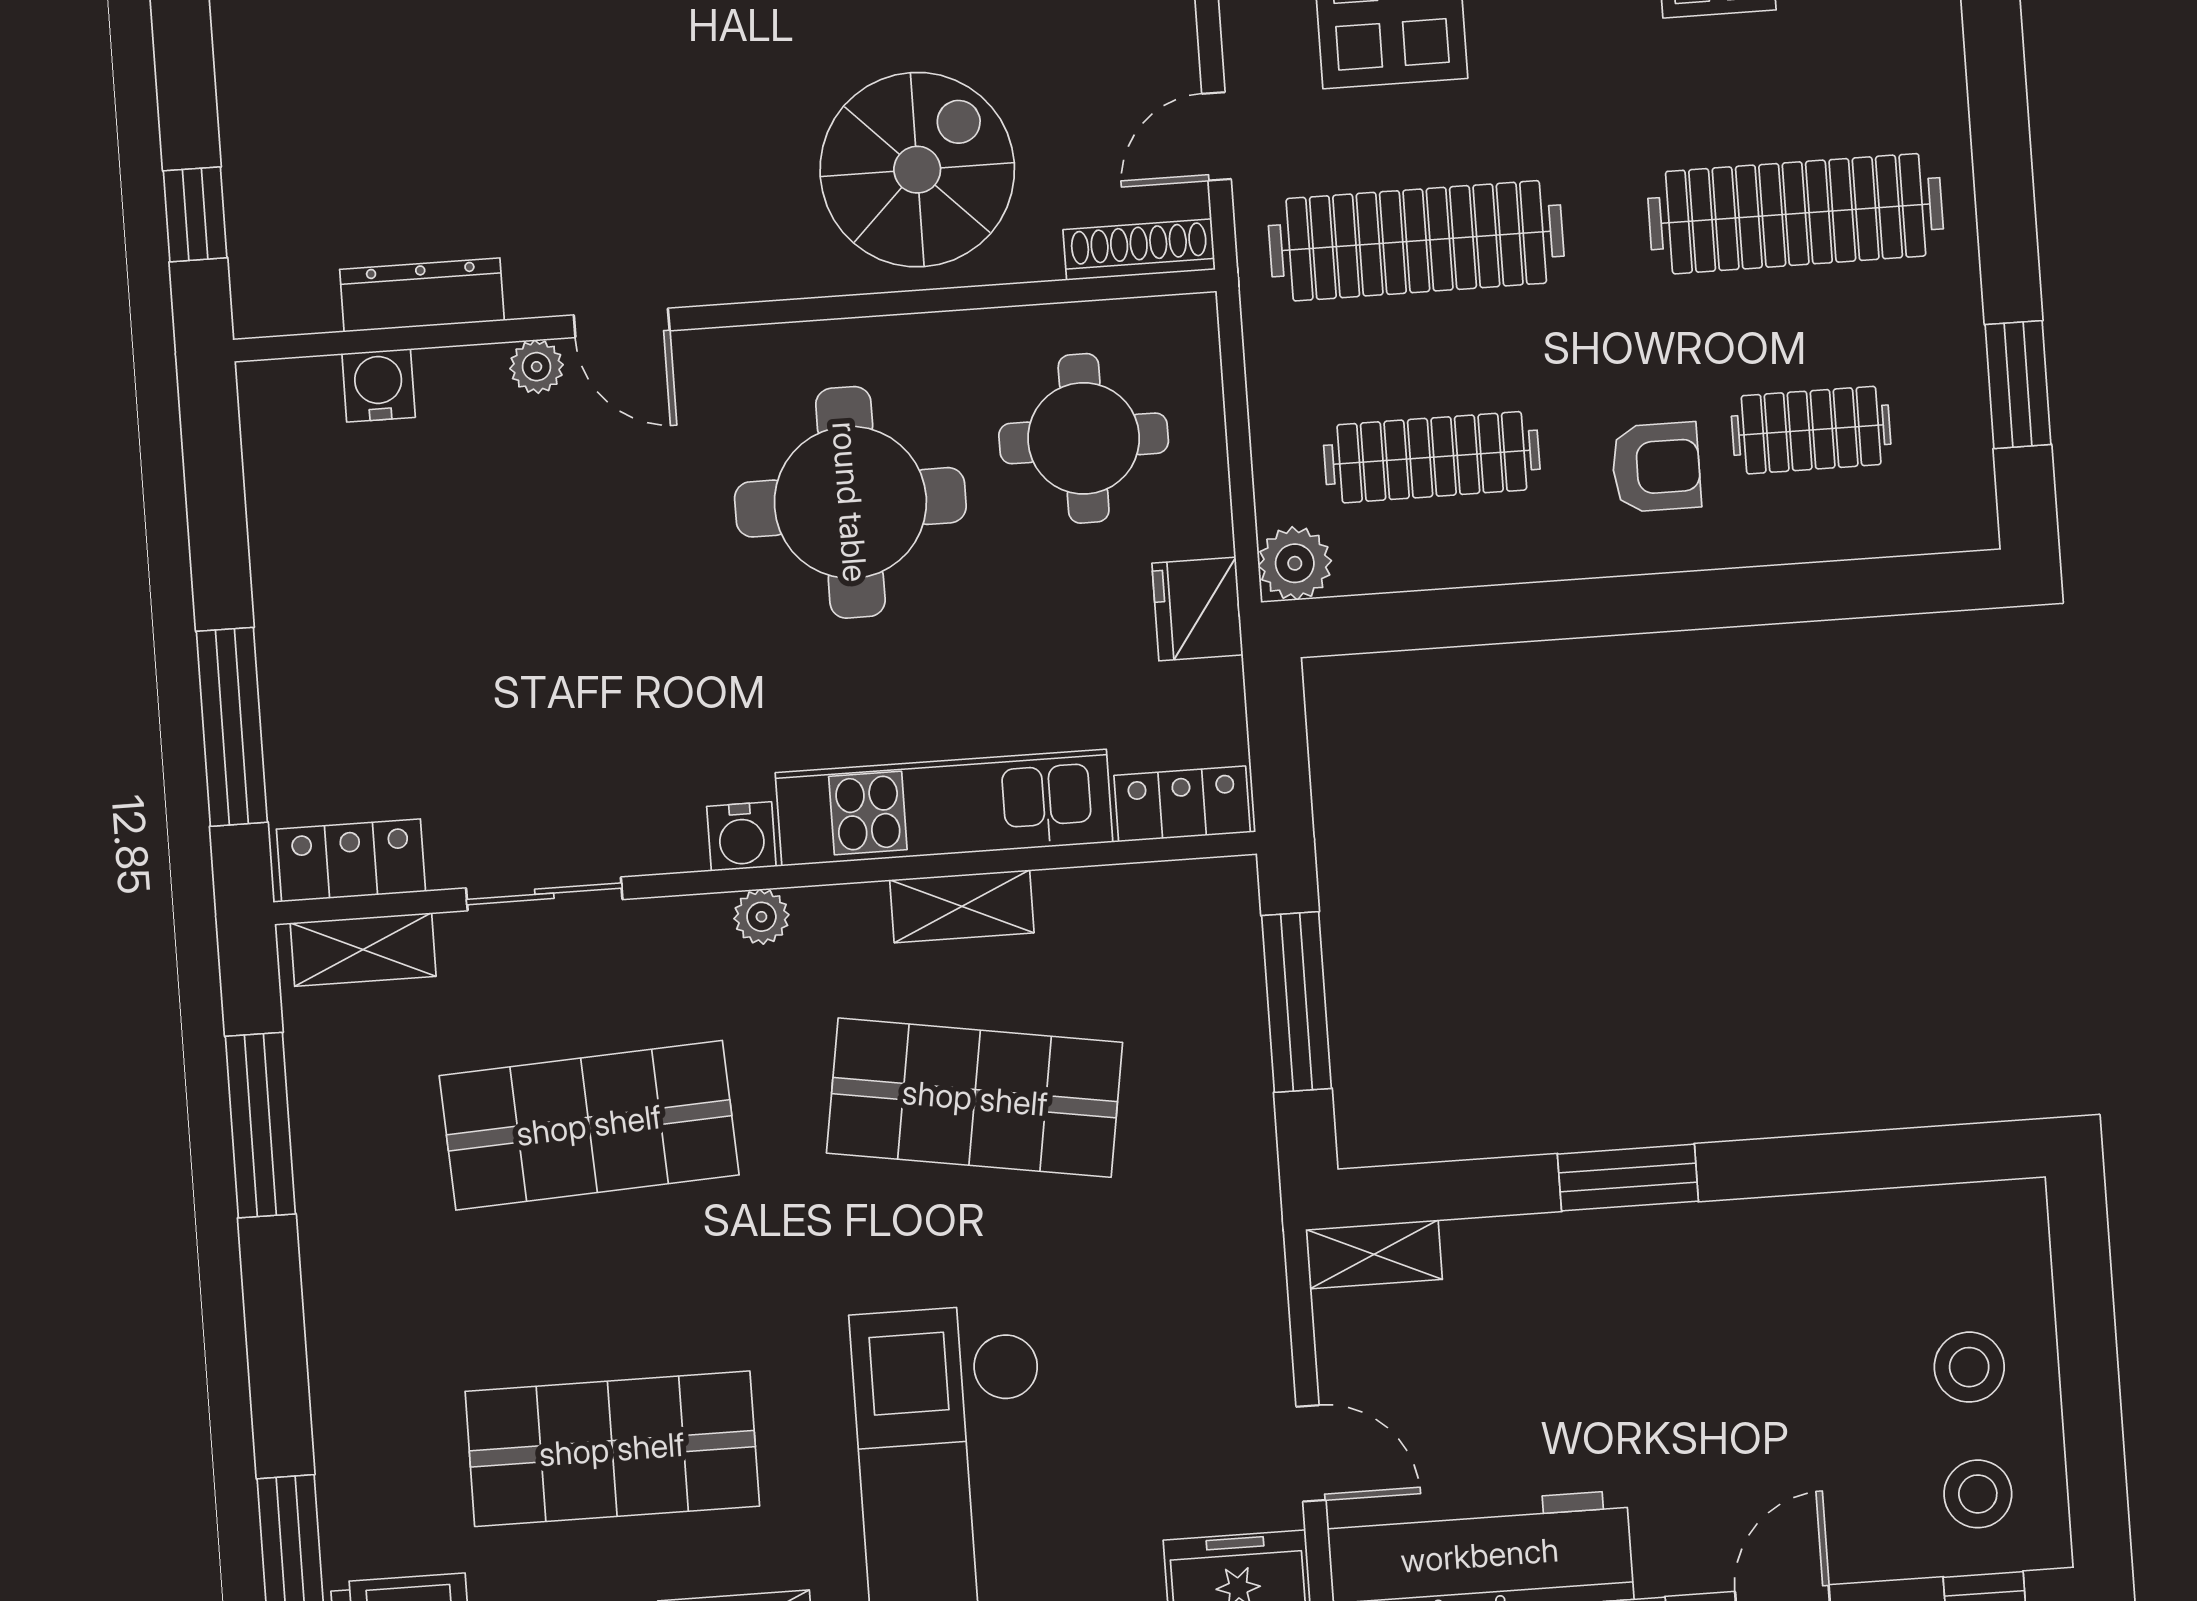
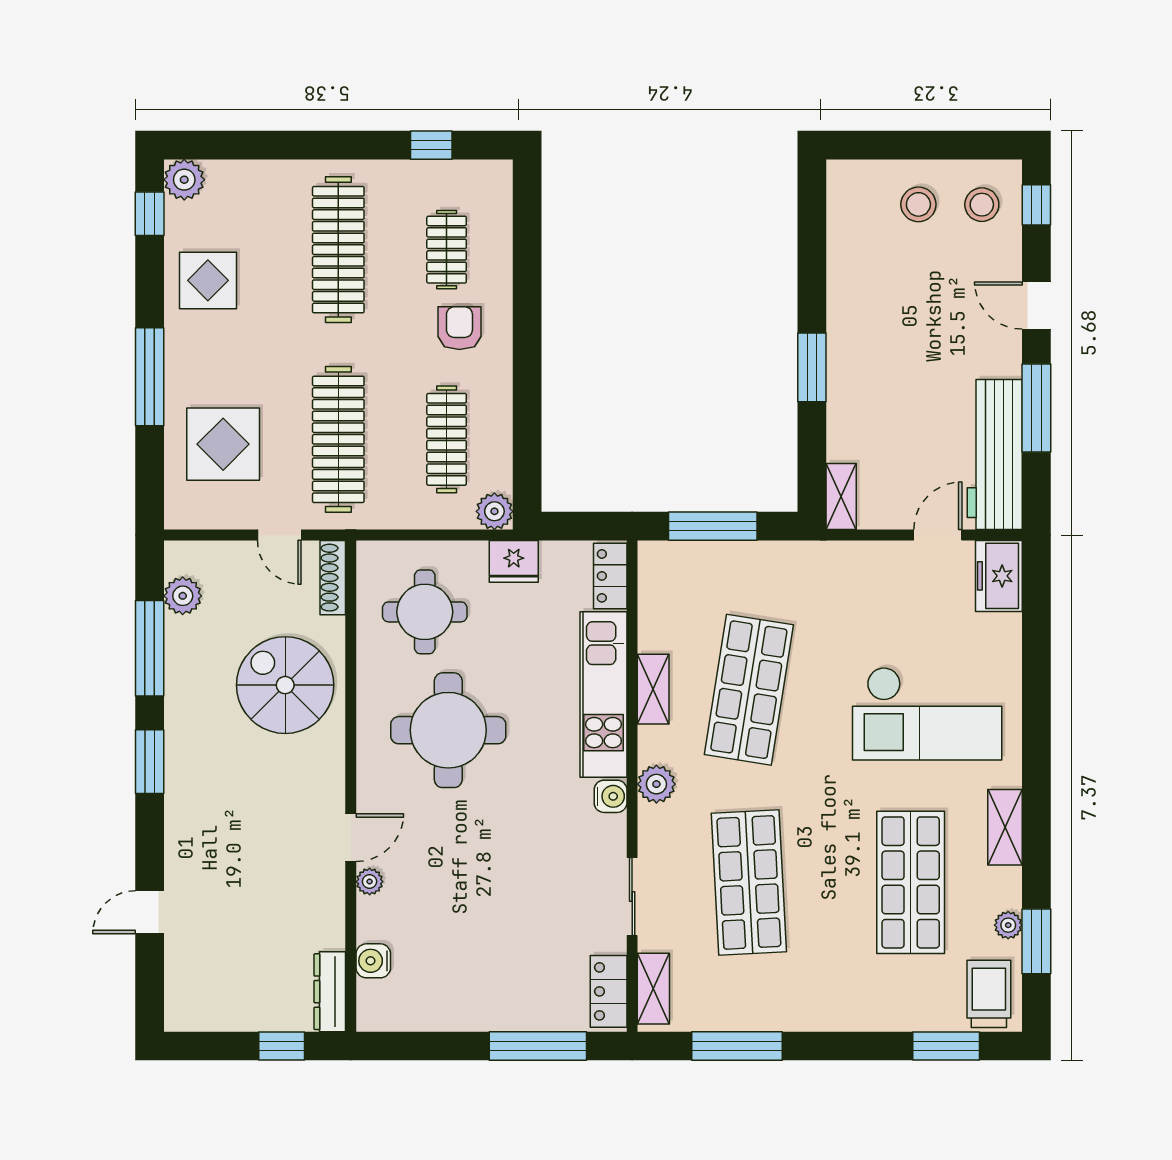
dresser: (422, 295) -> (330, 992), moved
window: (2018, 385) -> (431, 145), width x0.67
plant: (761, 917) -> (656, 784), width x1.38, depth x1.38

